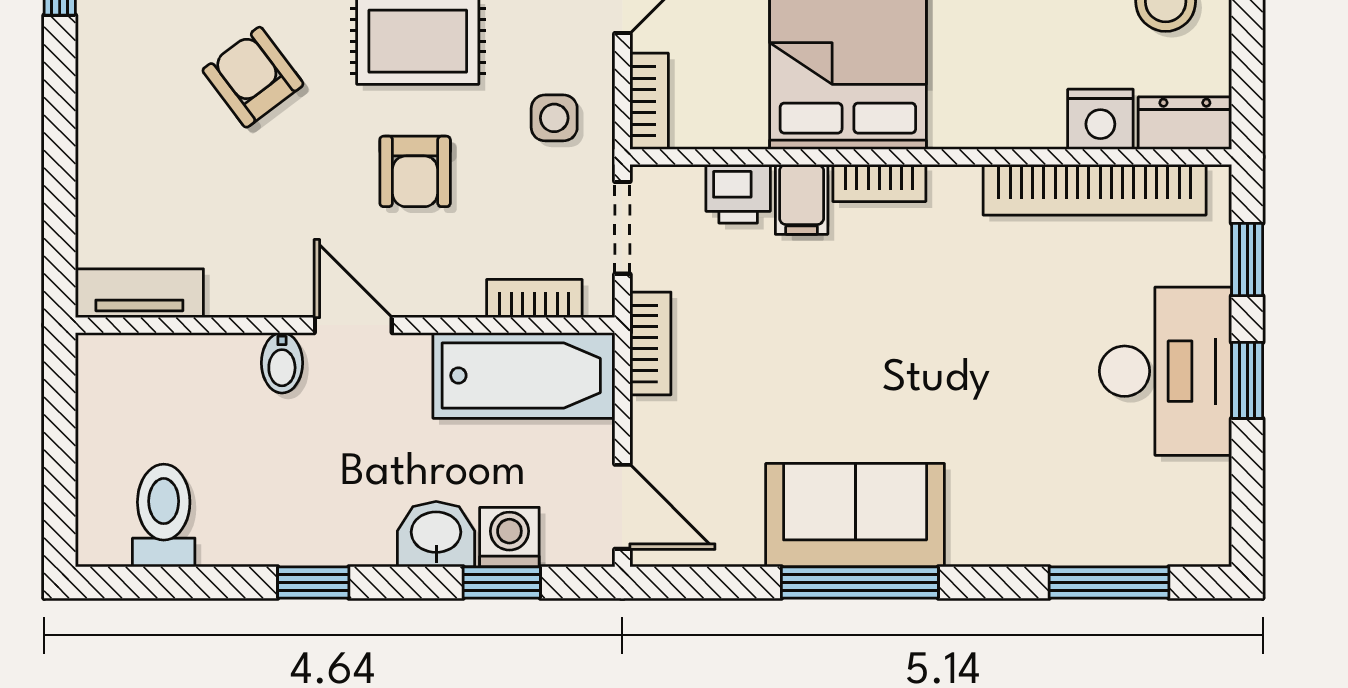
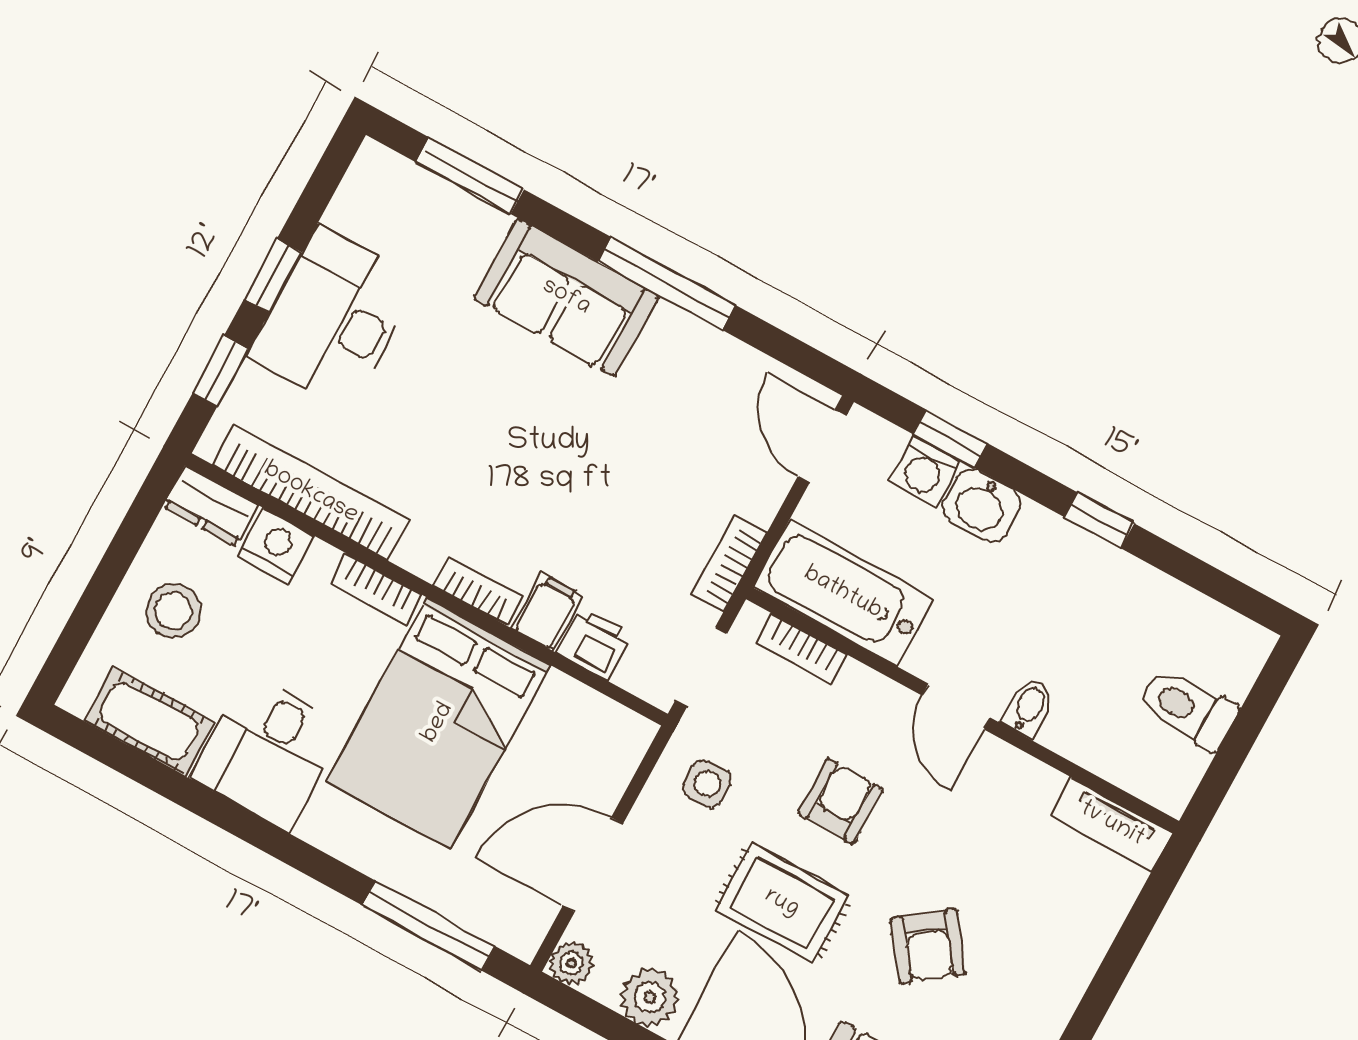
bookcase: (649, 101) -> (376, 590), moved, turned -90
toilet: (164, 515) -> (1188, 709), moved, turned 90
sofa: (855, 515) -> (566, 297), moved

